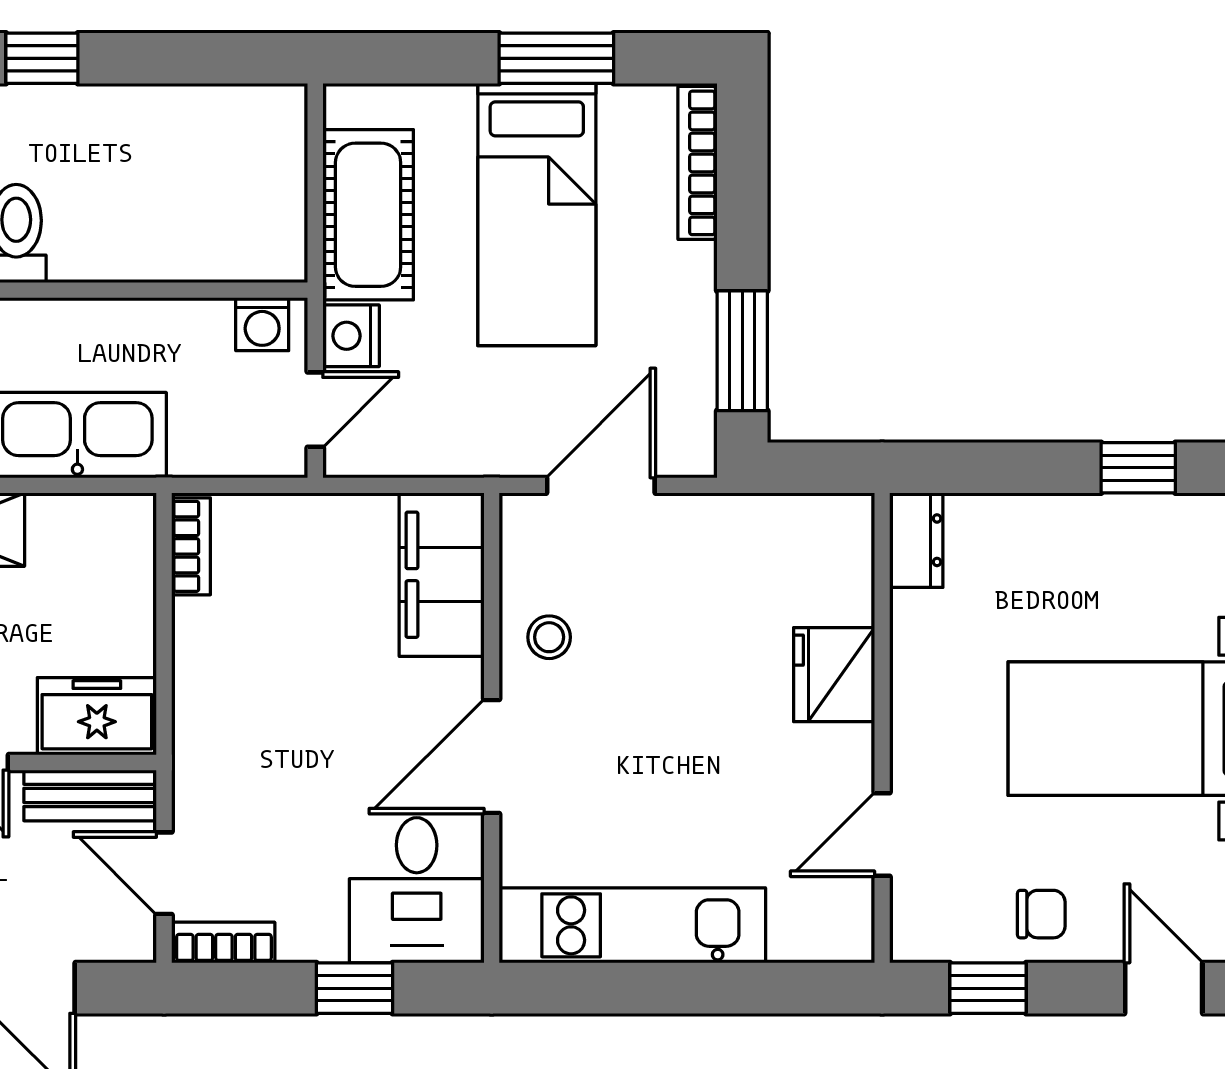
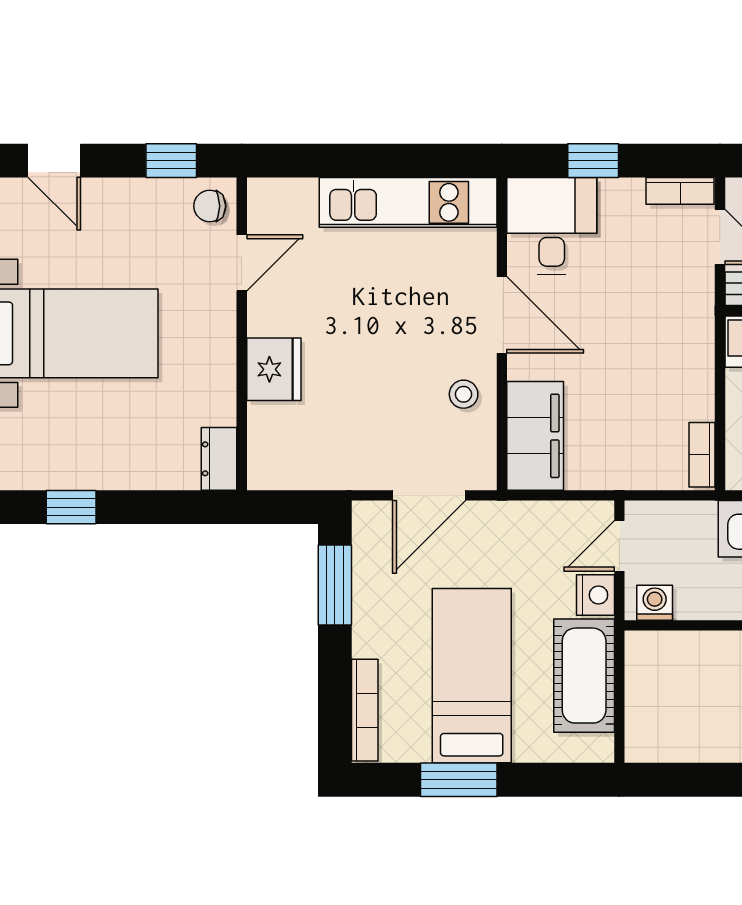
door: (492, 757) -> (502, 315), hinge flipped
chair: (1041, 914) -> (210, 206), moved

